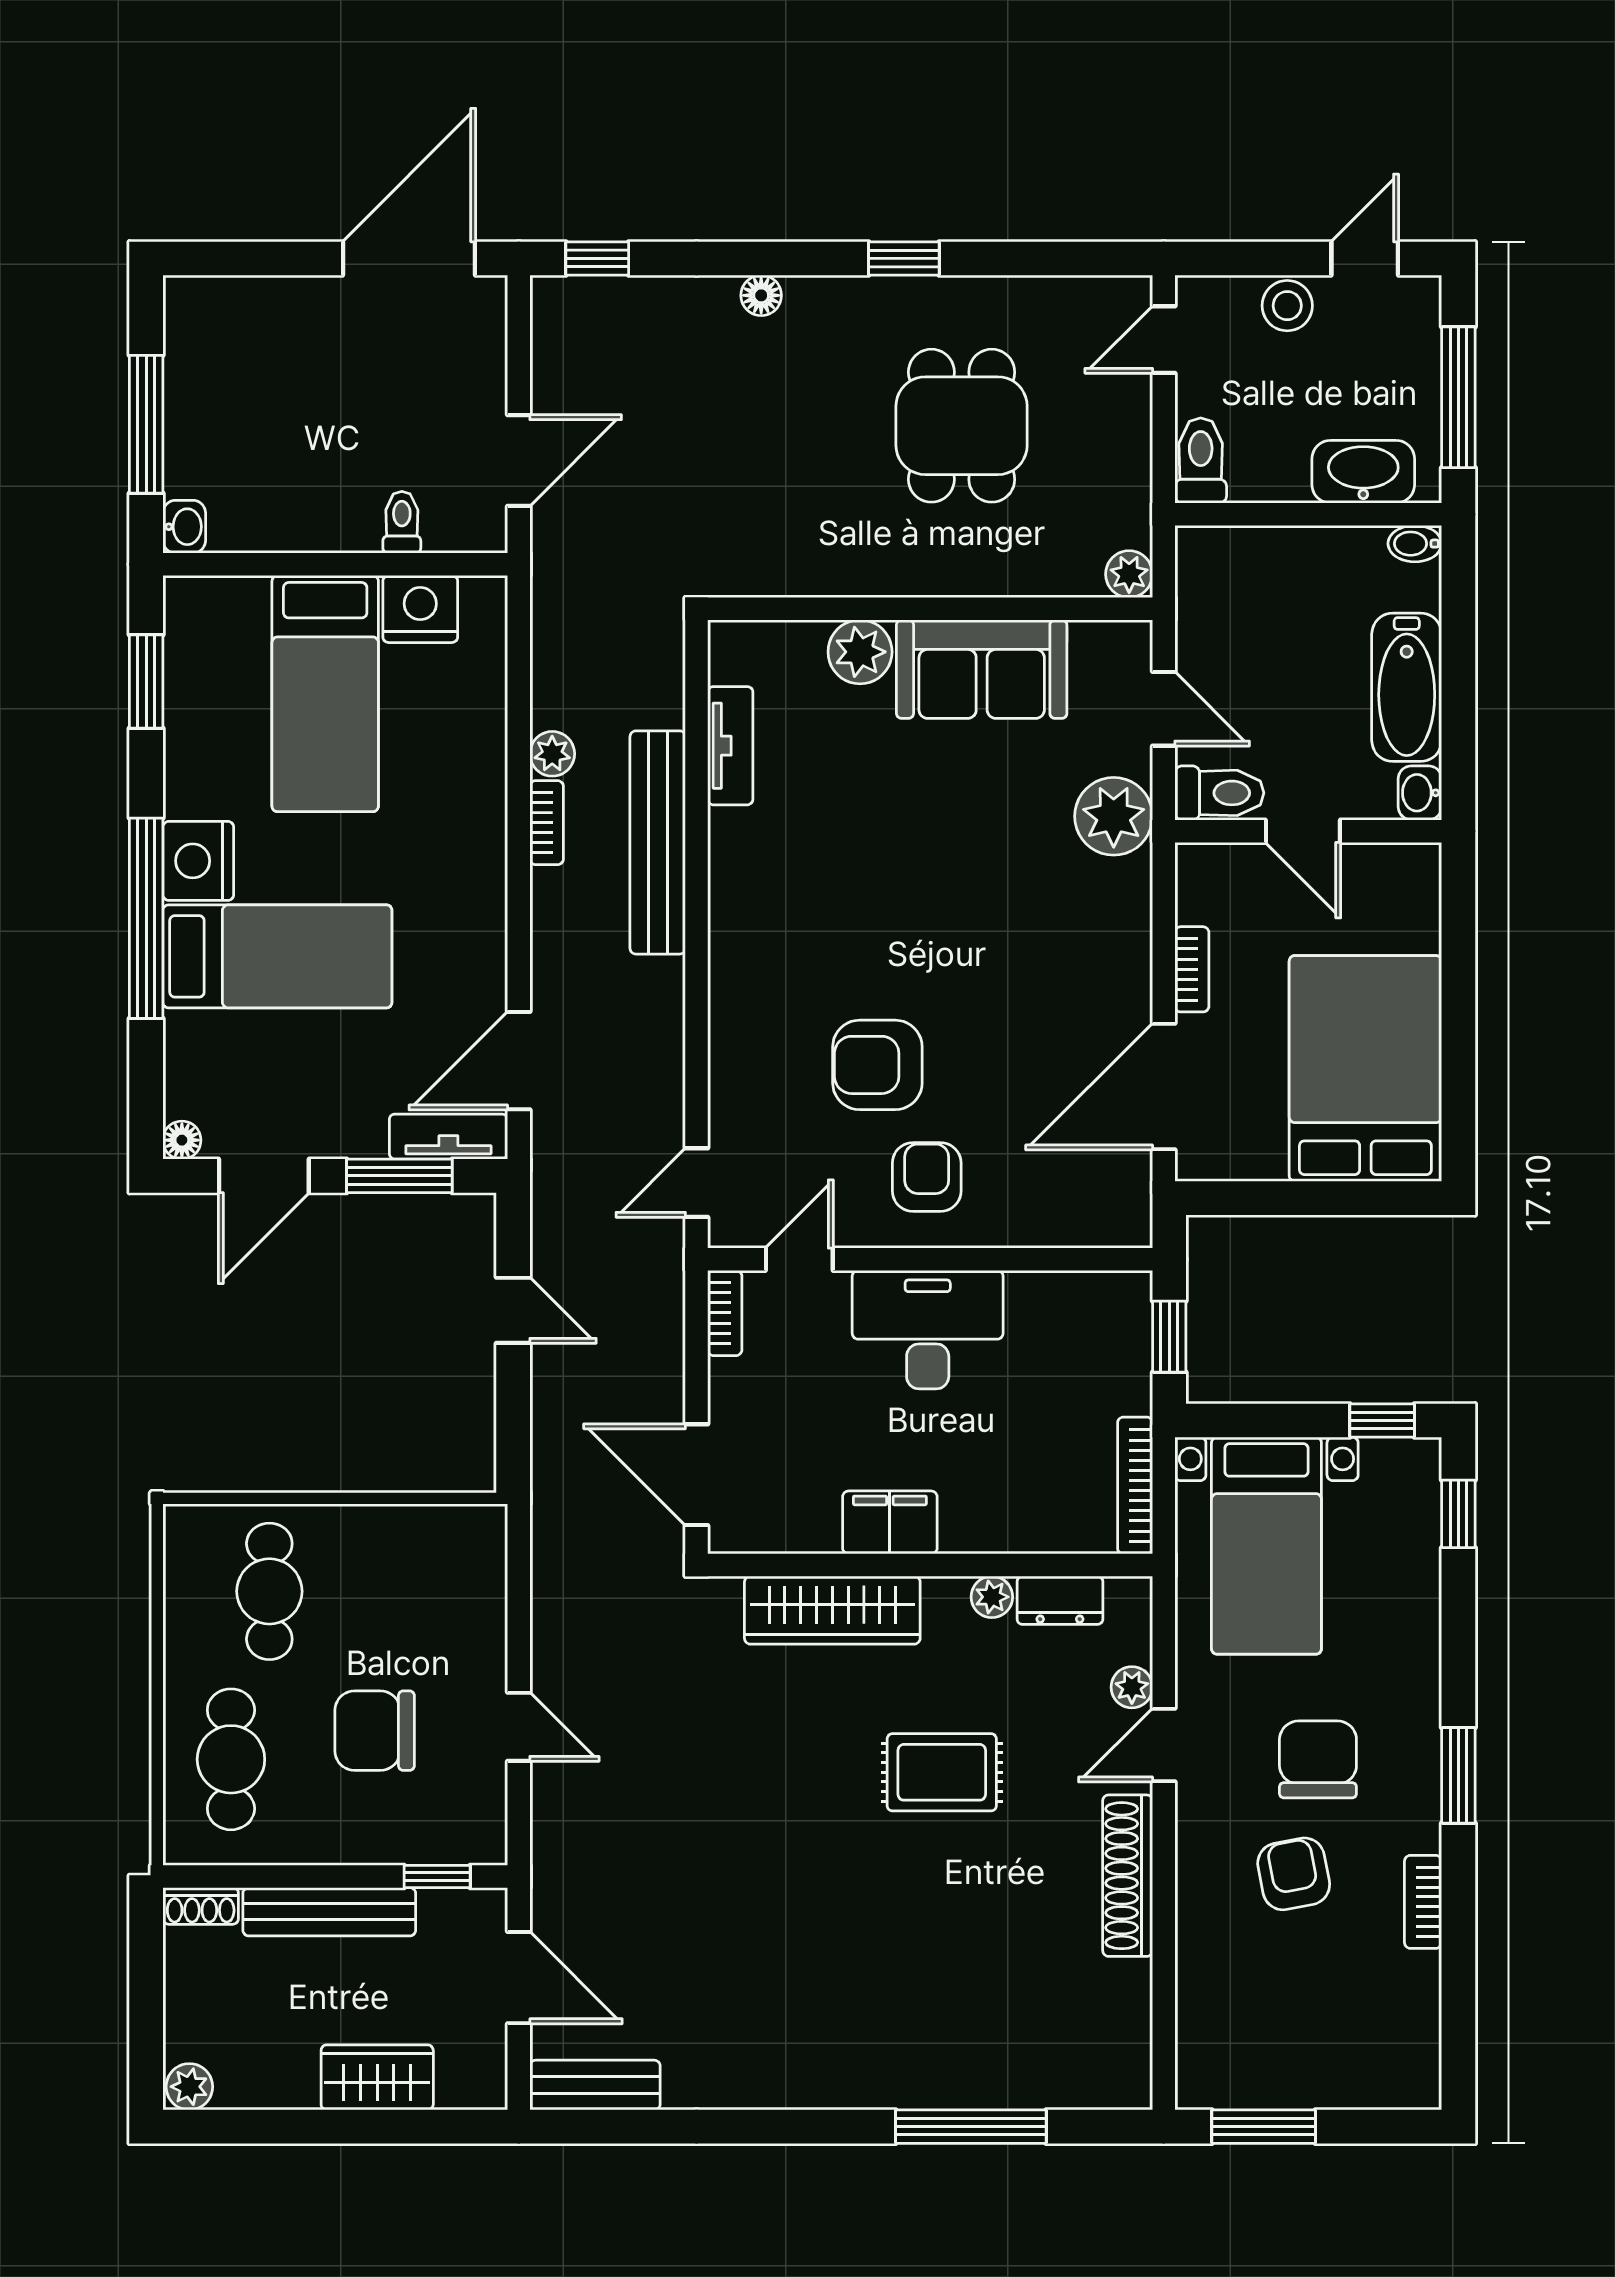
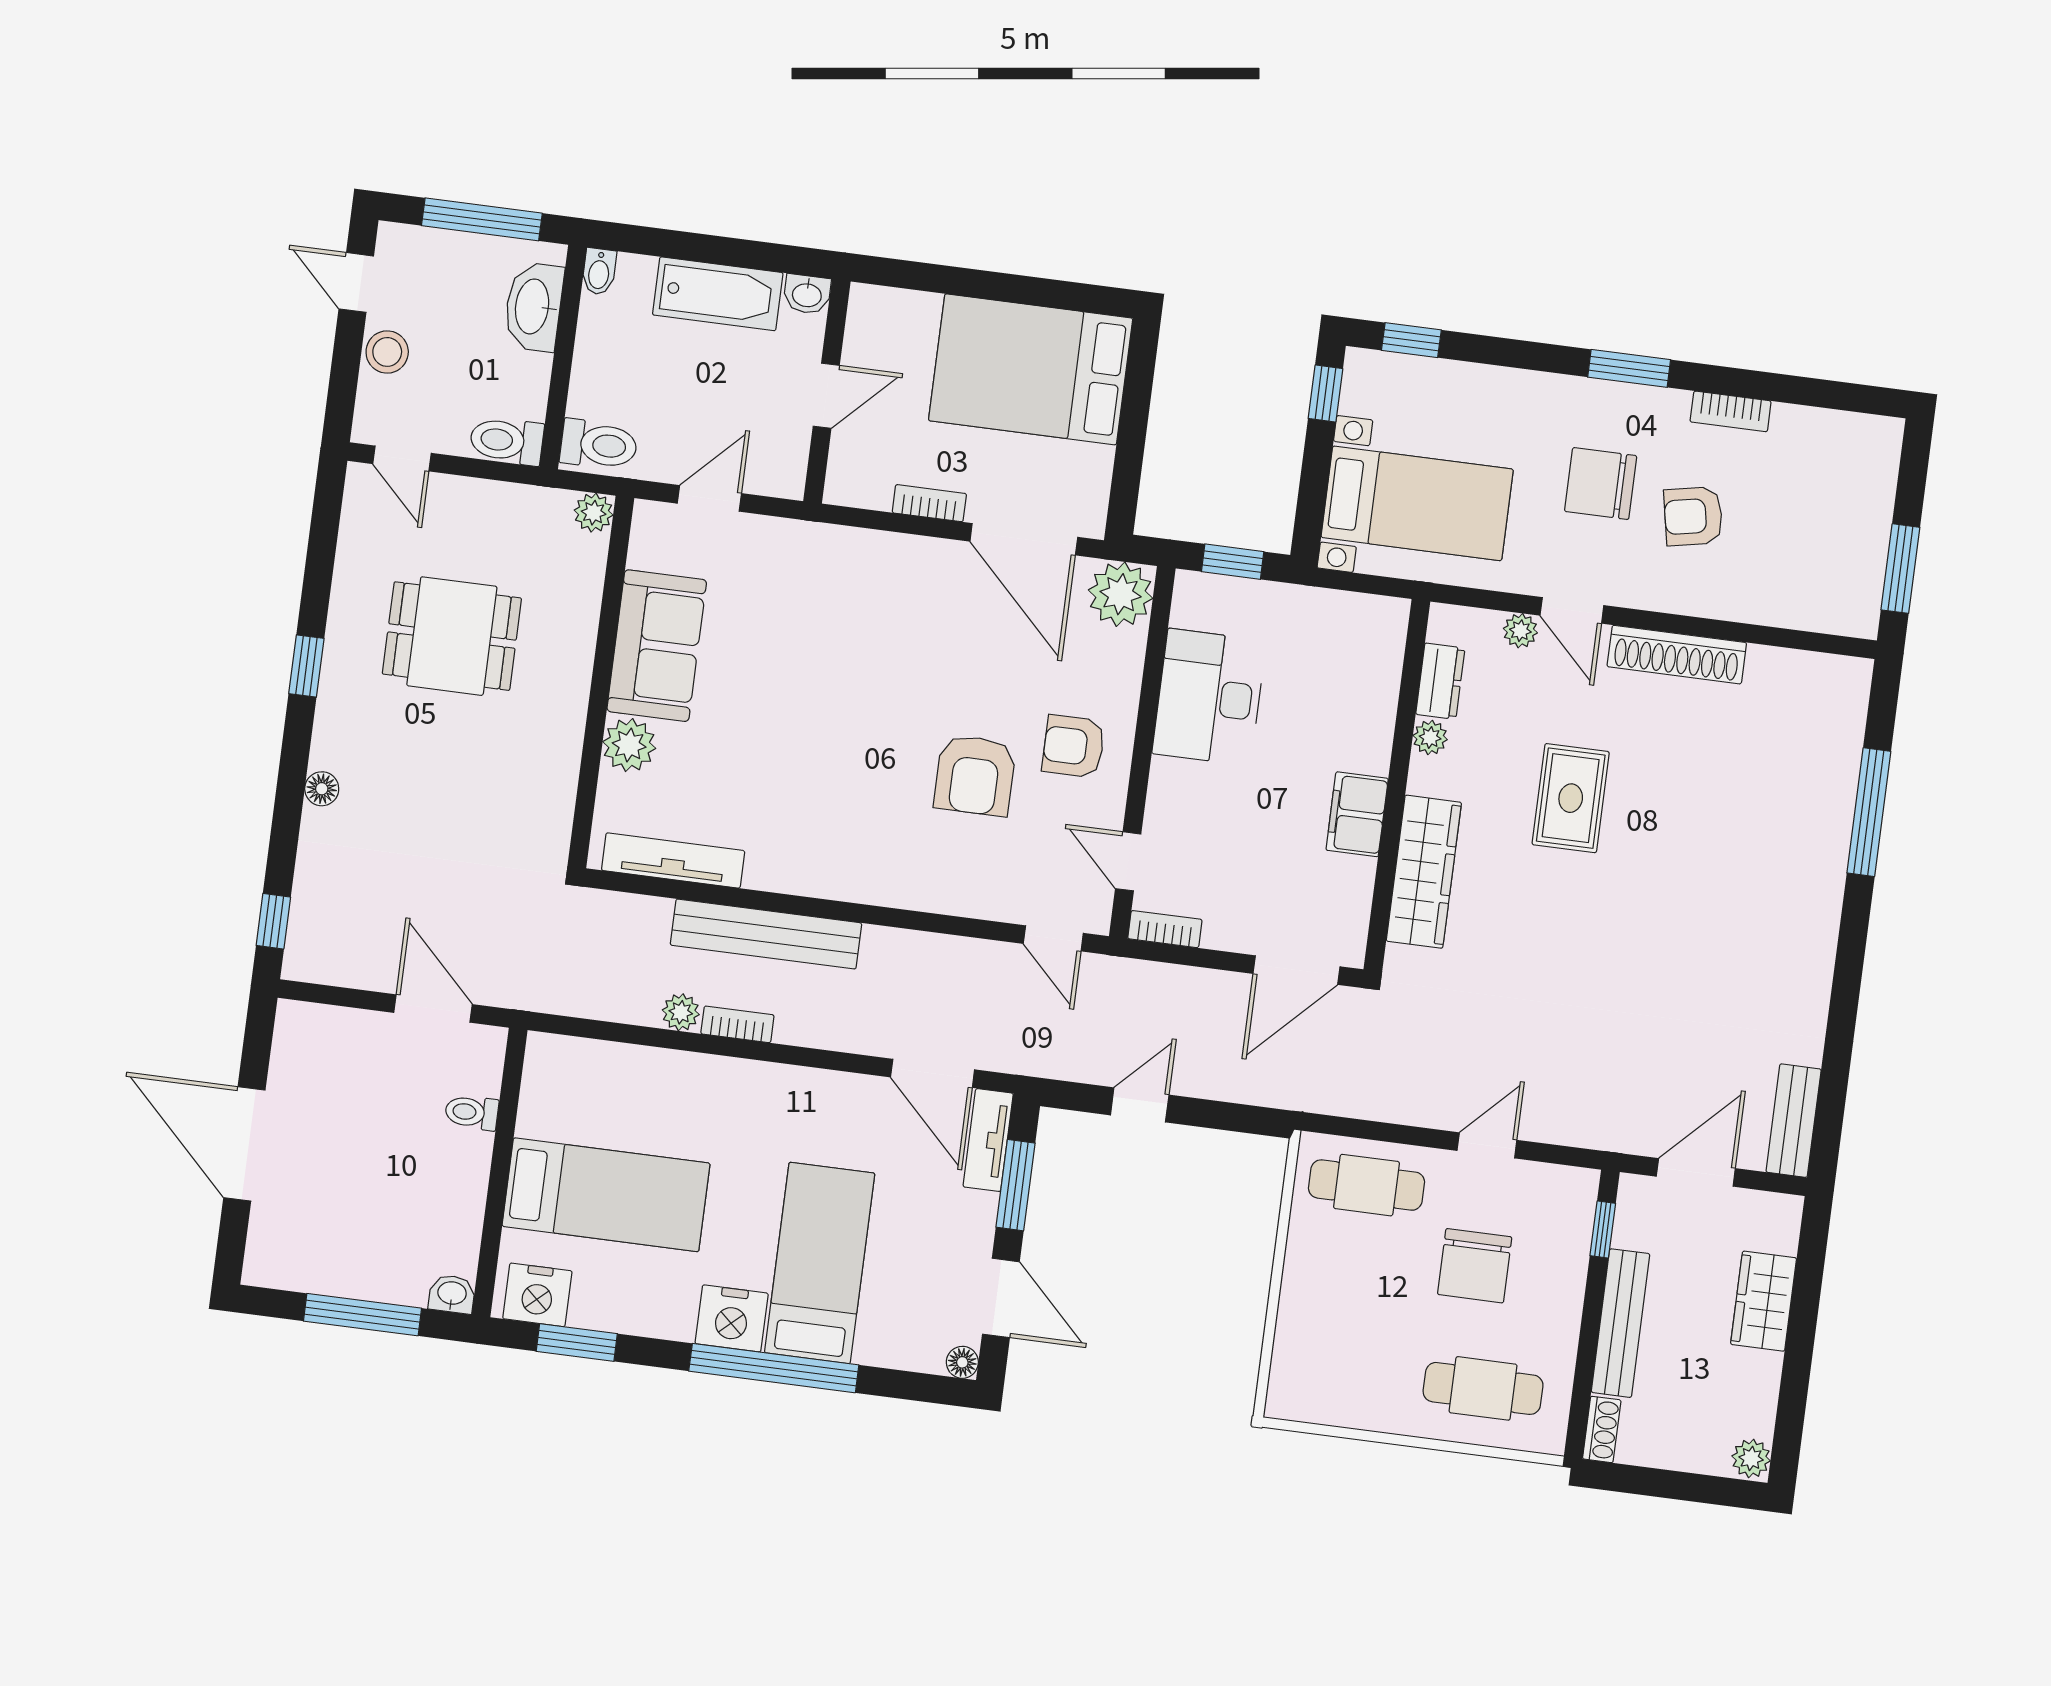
door: (409, 258) -> (244, 1144), moved
nightstand: (420, 609) -> (537, 1295), moved, turned -90
tv unit: (730, 746) -> (673, 861), width x1.41
toilet: (1219, 793) -> (599, 445), moved, turned 90
plant: (1114, 816) -> (1121, 594), moved
desk: (928, 1330) -> (1209, 697), moved
bookcase: (1135, 1486) -> (1353, 606), removed
cafe table: (269, 1591) -> (1366, 1185), moved

